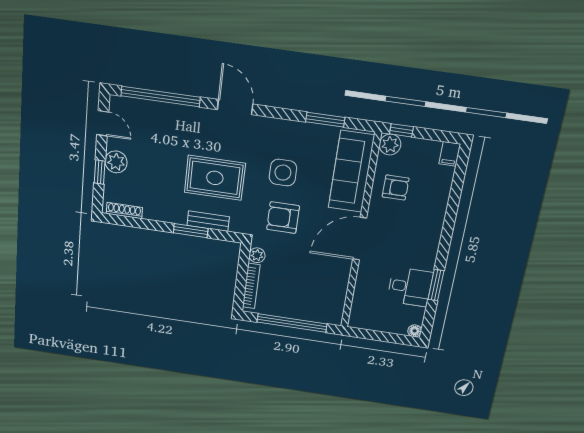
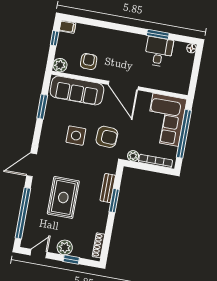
window: (401, 130) -> (55, 38), moved
rug: (215, 178) -> (63, 197), moved
armchair: (283, 218) -> (107, 137), turned -87
corner sofa: (311, 298) -> (166, 120), added

